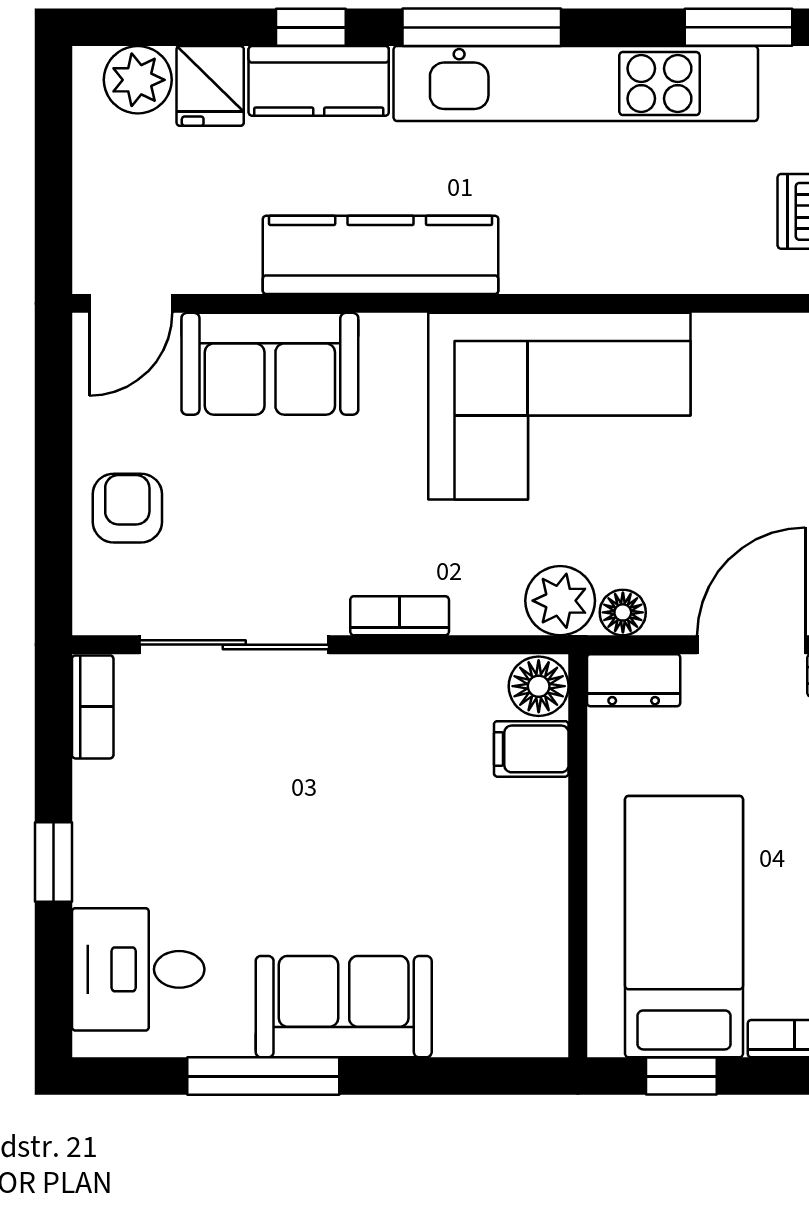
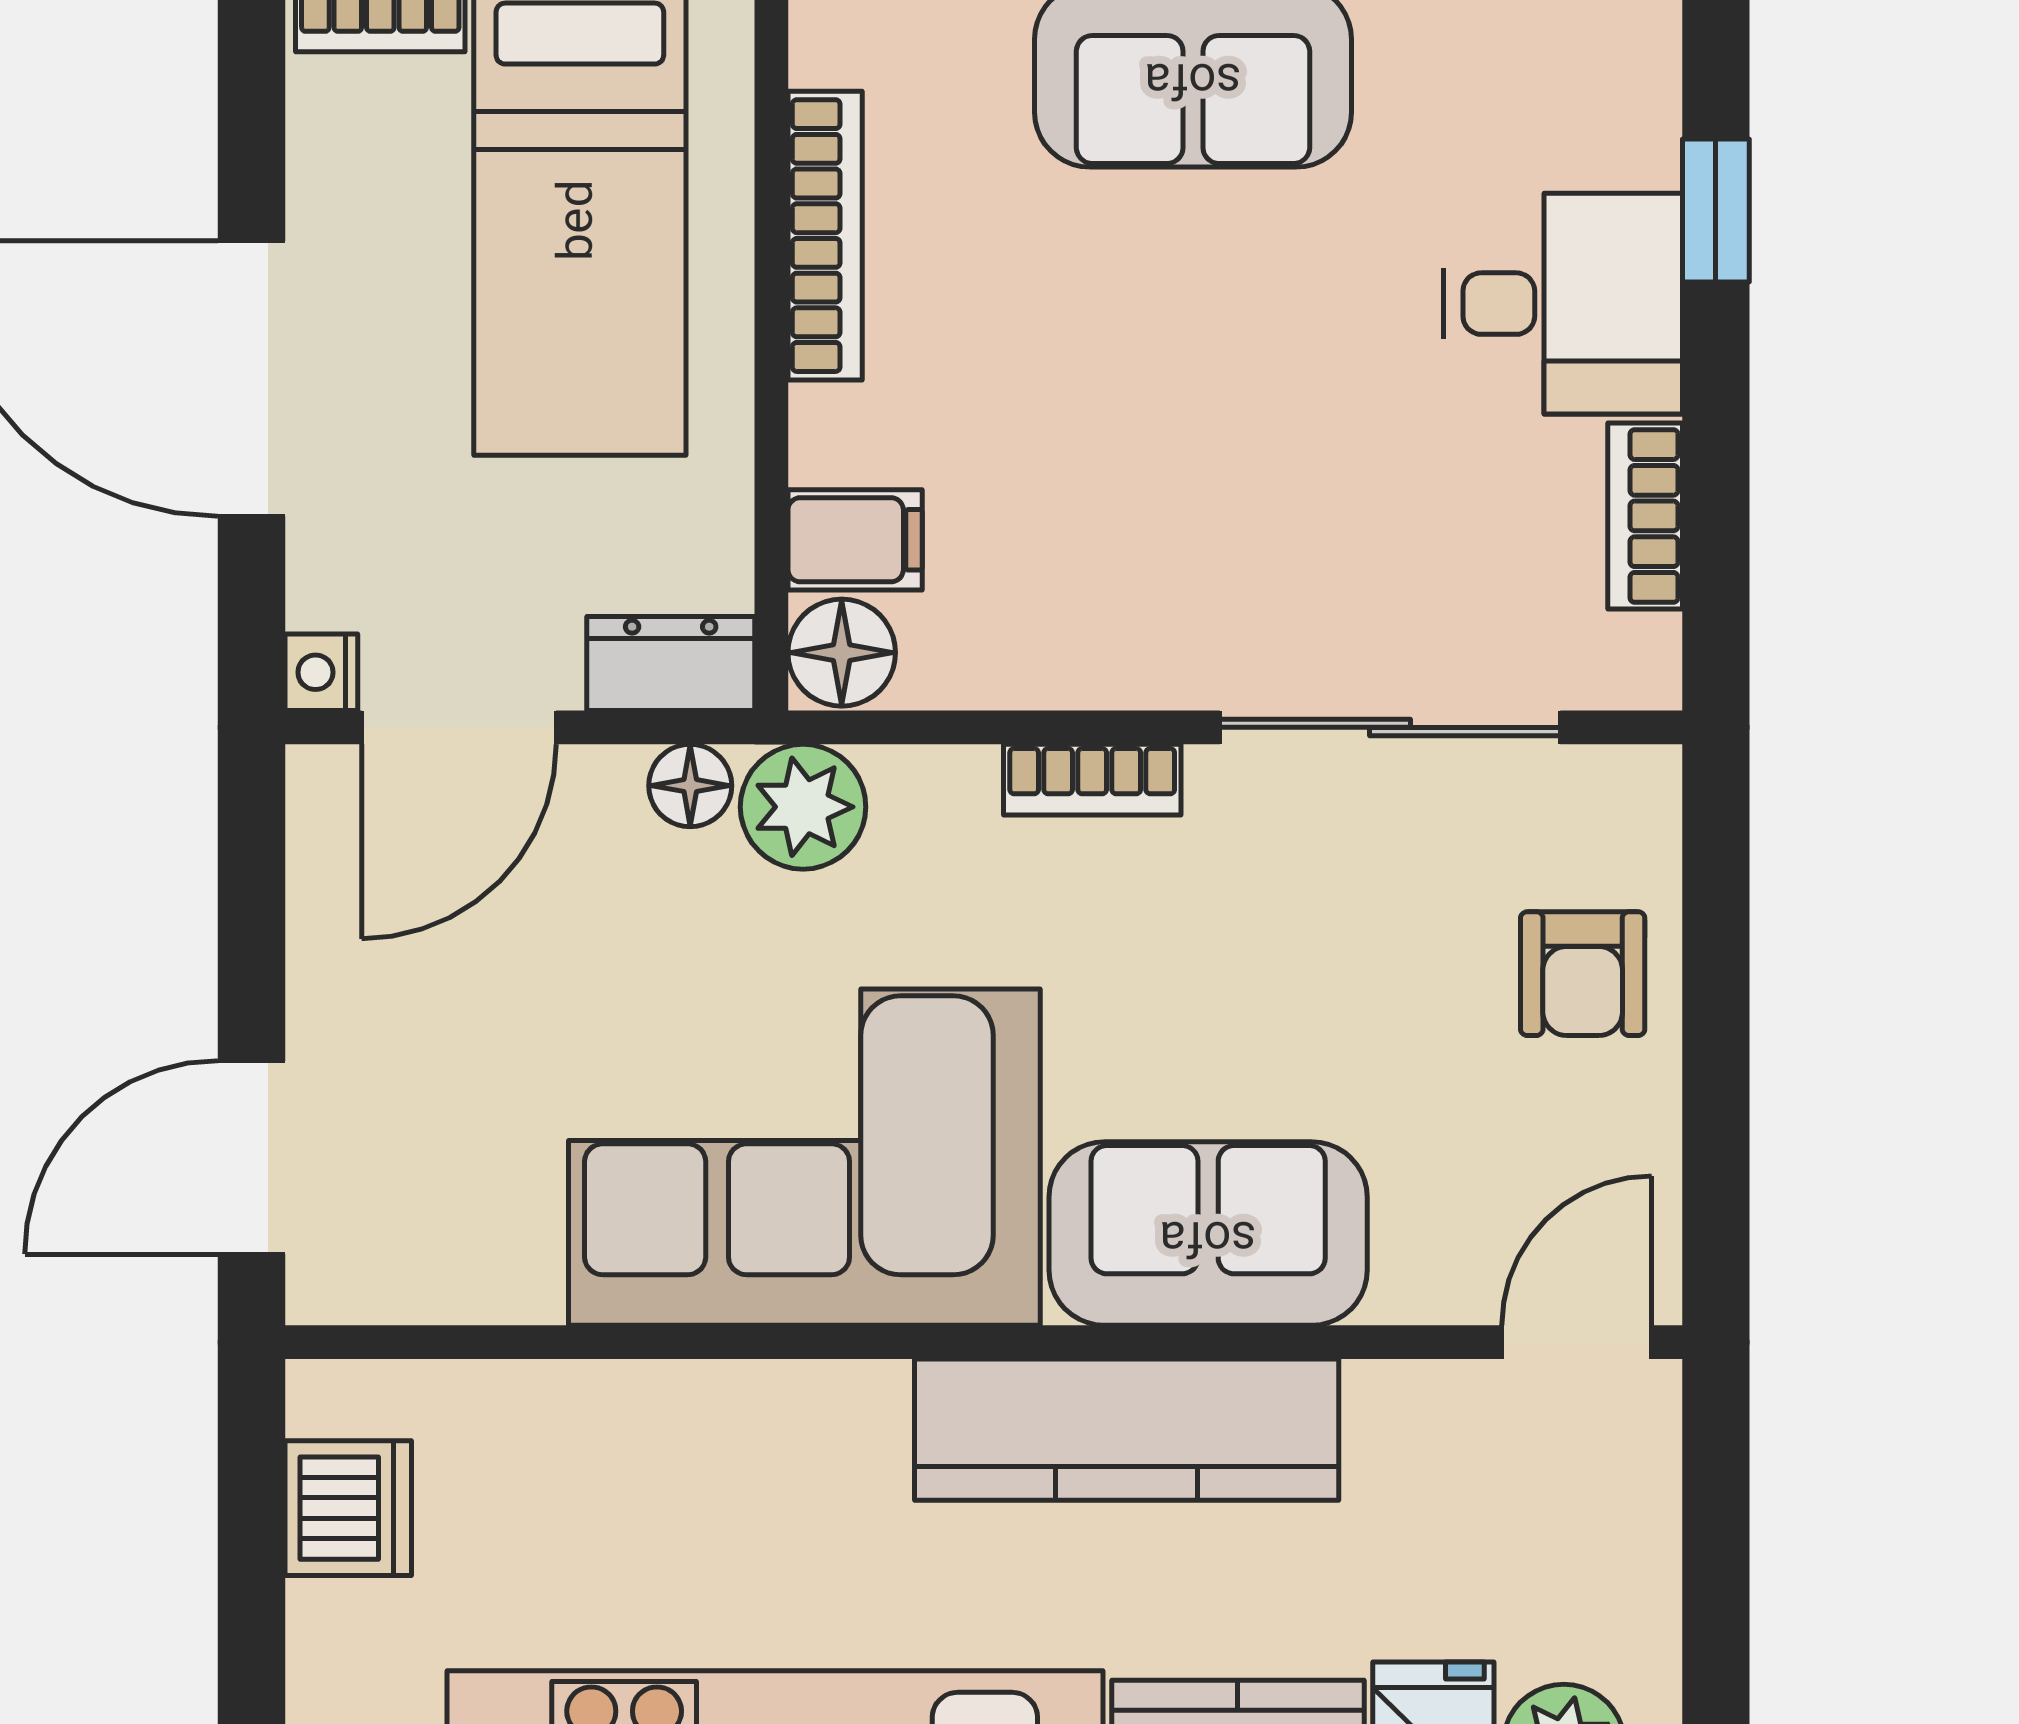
sofa: (270, 364) -> (1208, 1234), moved
bookcase: (93, 707) -> (1645, 516), moved
window: (53, 862) -> (1716, 211), moved
bookcase: (548, 918) -> (825, 236), added
desk: (138, 969) -> (1563, 304), moved

